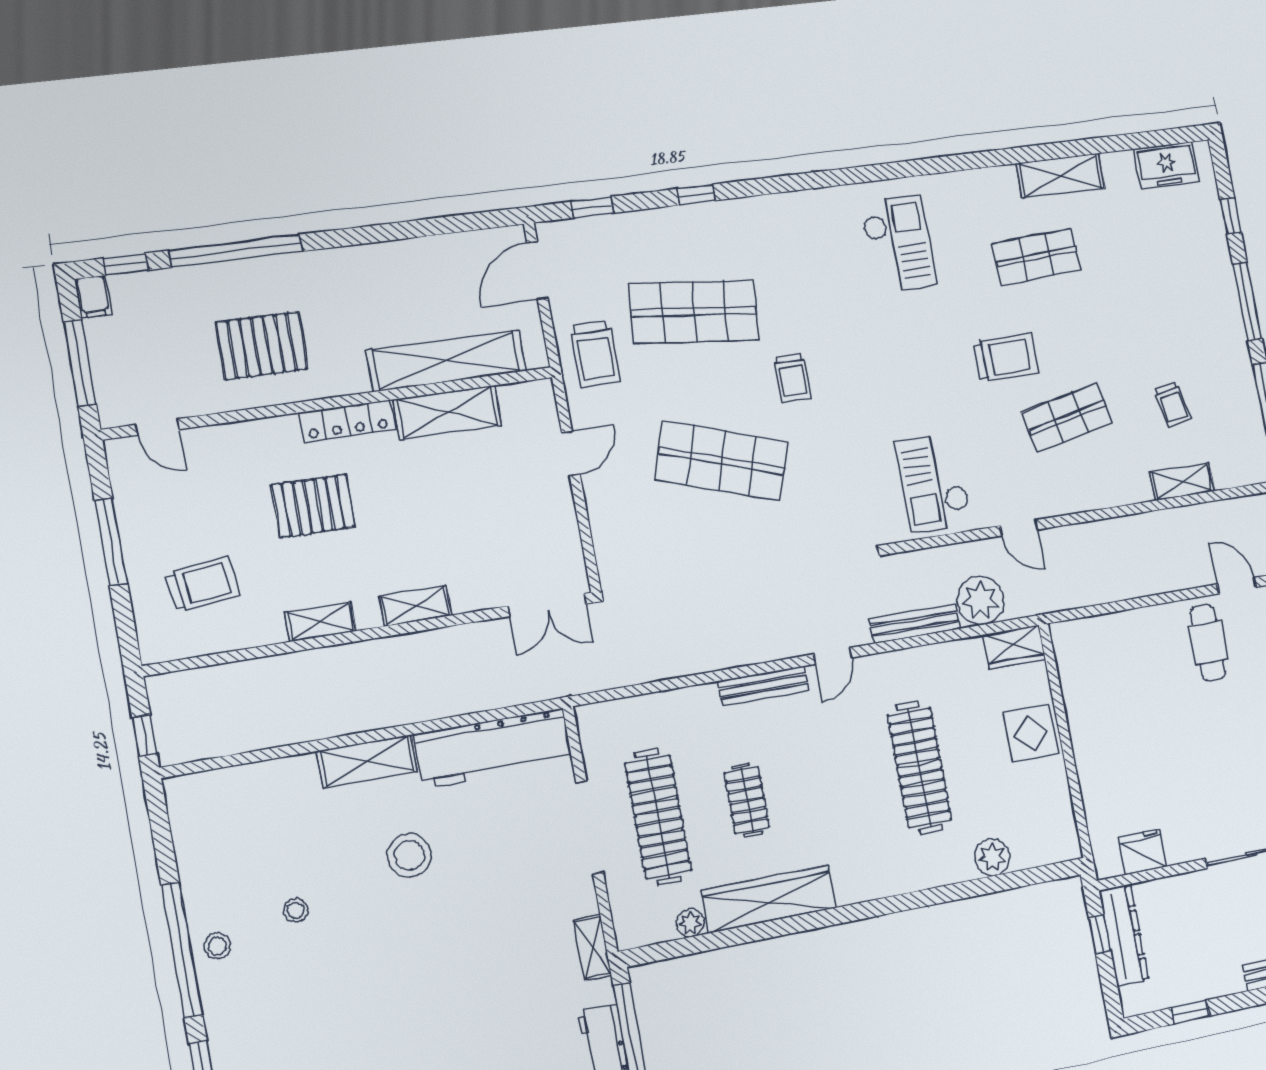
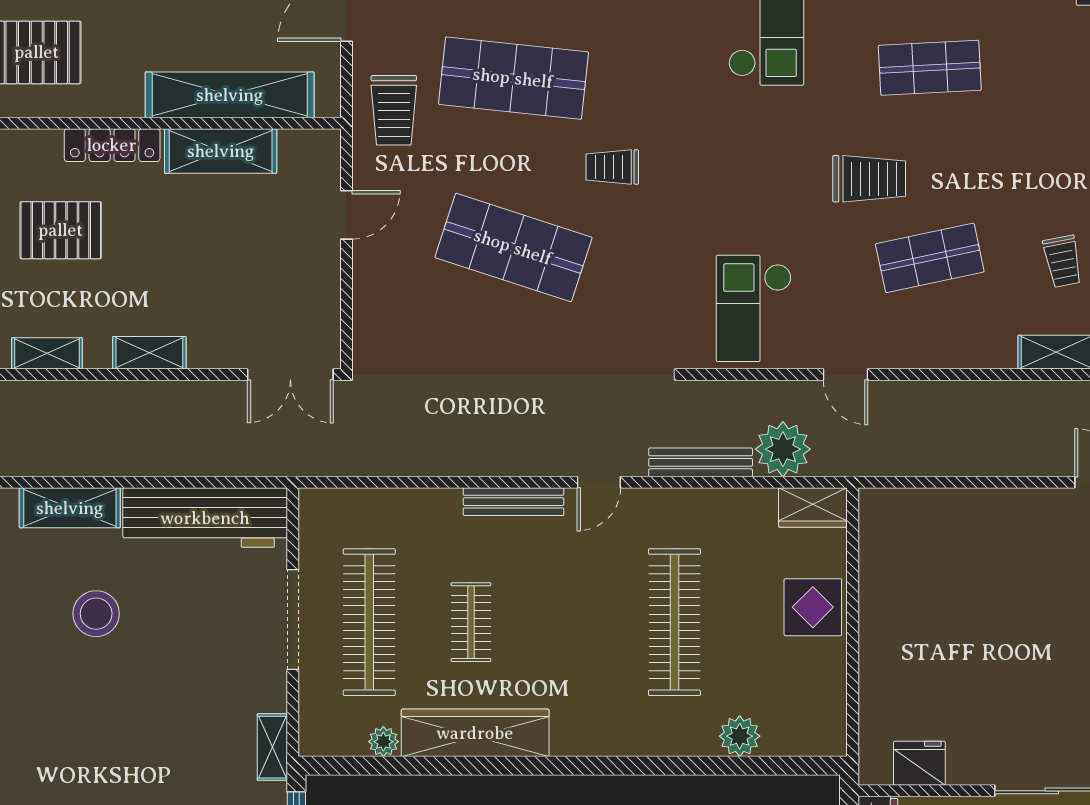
trolley: (792, 378) -> (612, 167), turned 90
cafe table: (1208, 643) -> (1049, 542), removed

